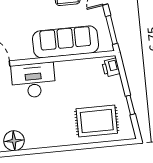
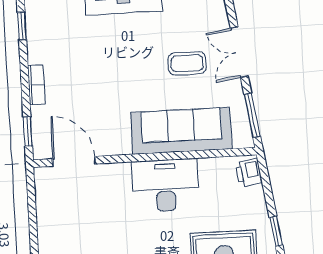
desk: (33, 80) -> (165, 185), moved

